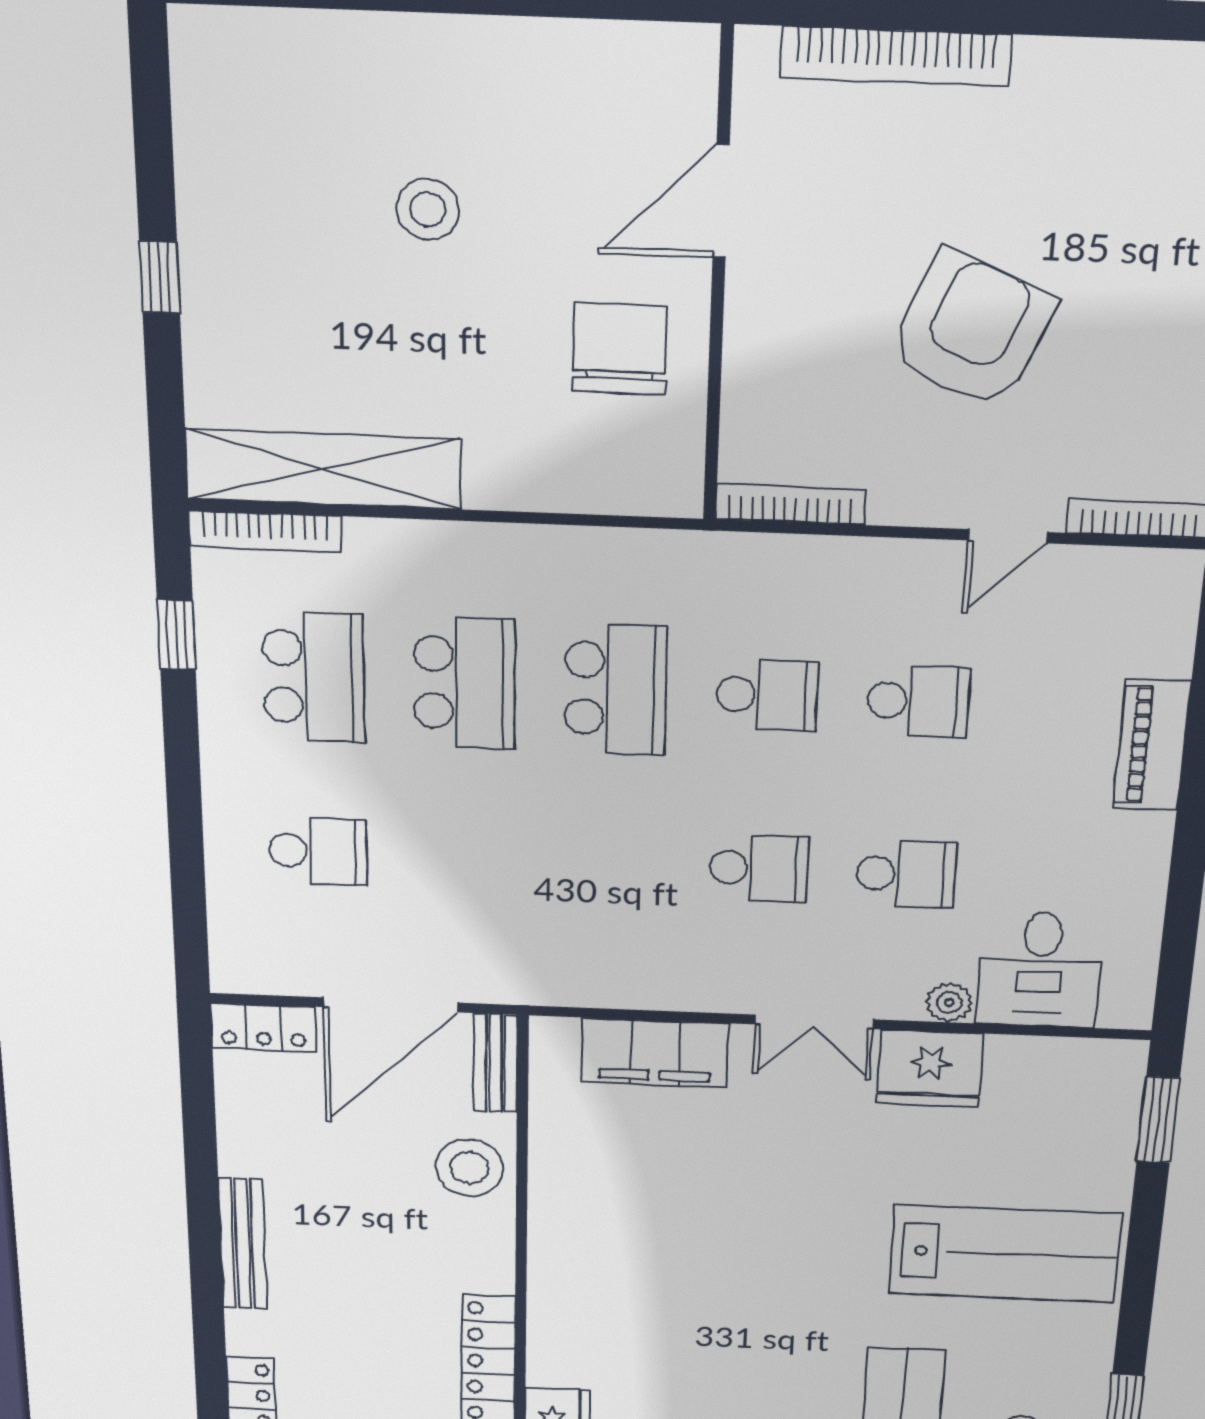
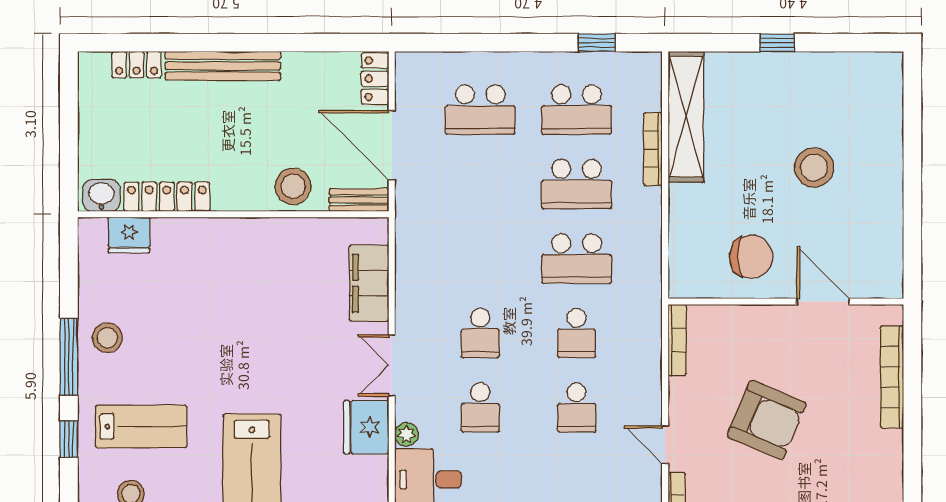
stool: (428, 209) -> (814, 168), width x1.38, depth x1.38
bookcase: (265, 531) -> (653, 149), moved
school desk: (318, 851) -> (480, 110), width x1.85
bench: (243, 1243) -> (223, 66), width x1.37, depth x1.21

